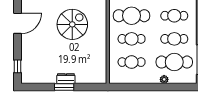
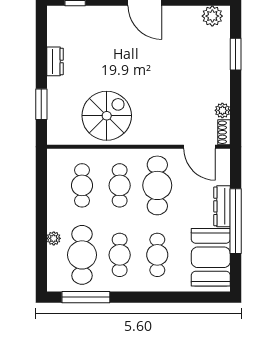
spiral stairs: (72, 24) -> (107, 116), moved, turned -90
dresser: (66, 79) -> (55, 61), moved
window: (64, 87) -> (41, 104), moved

